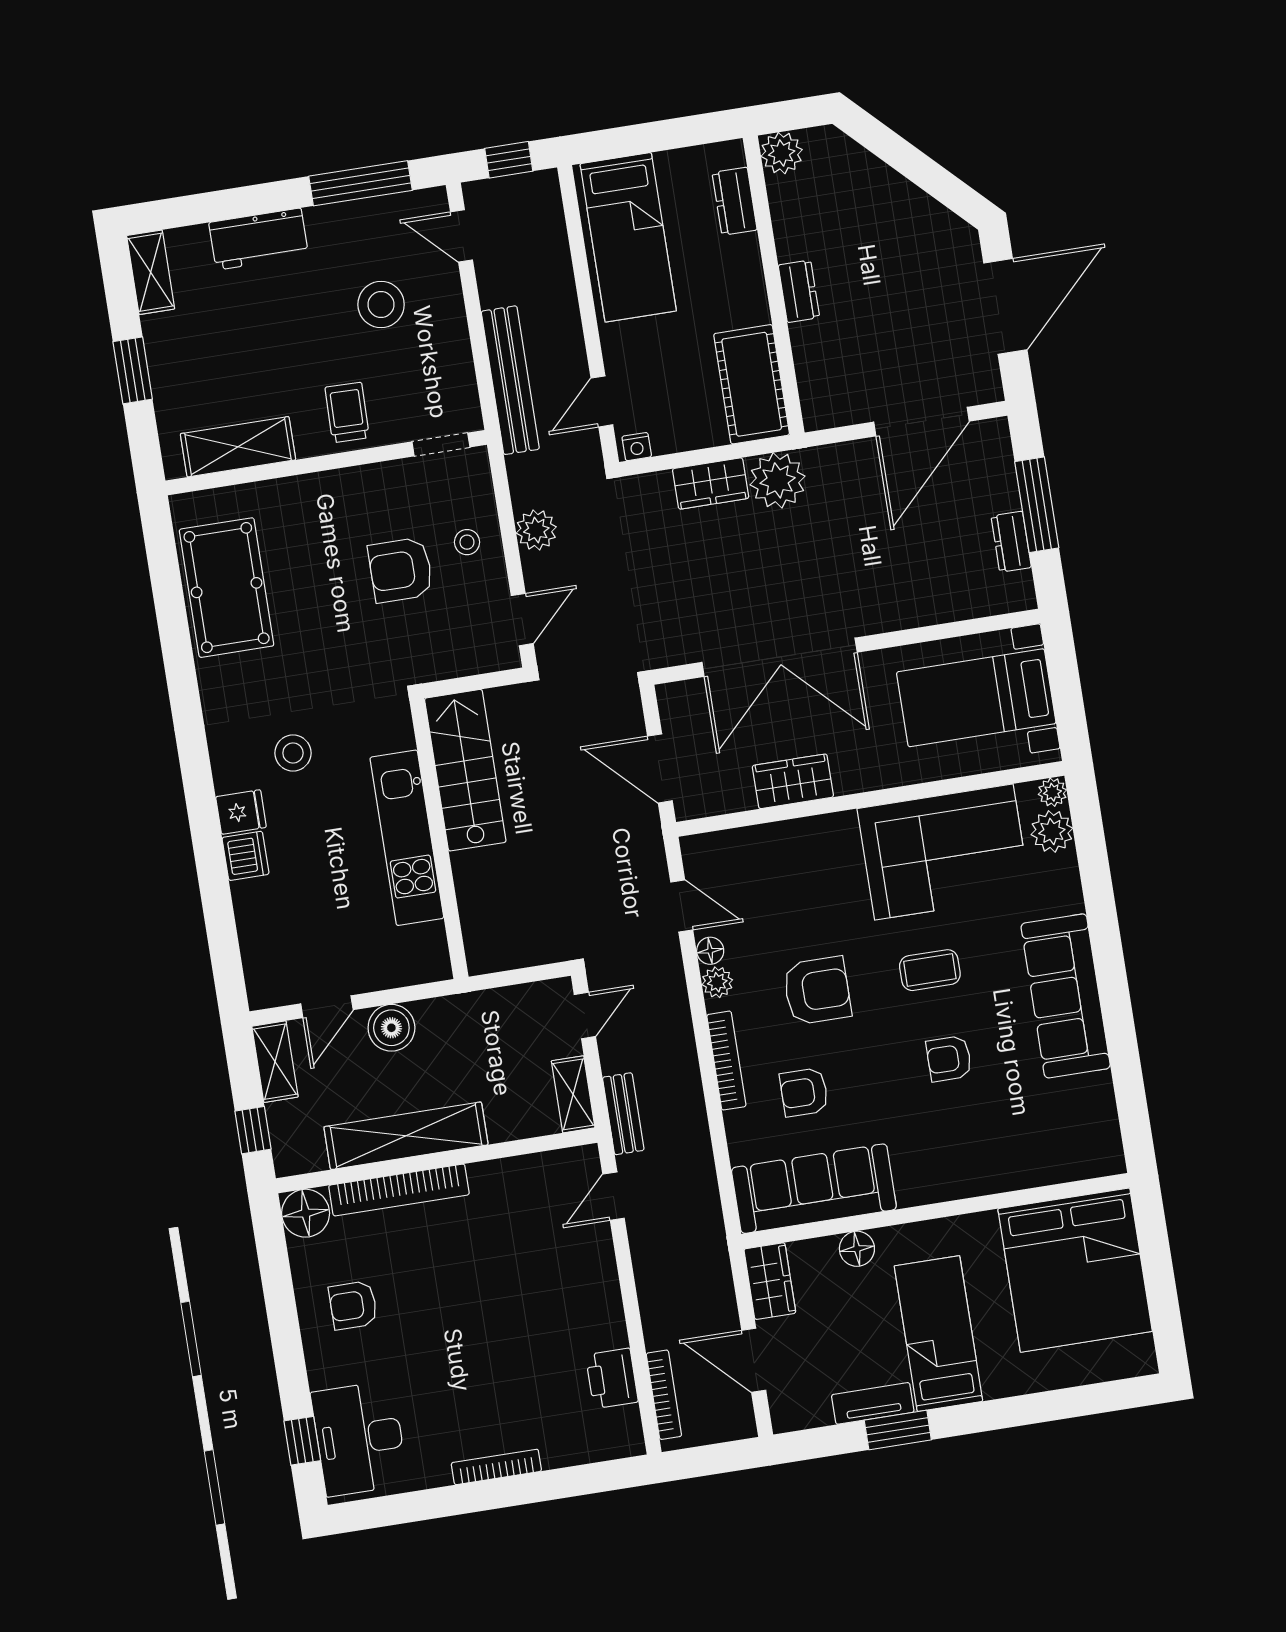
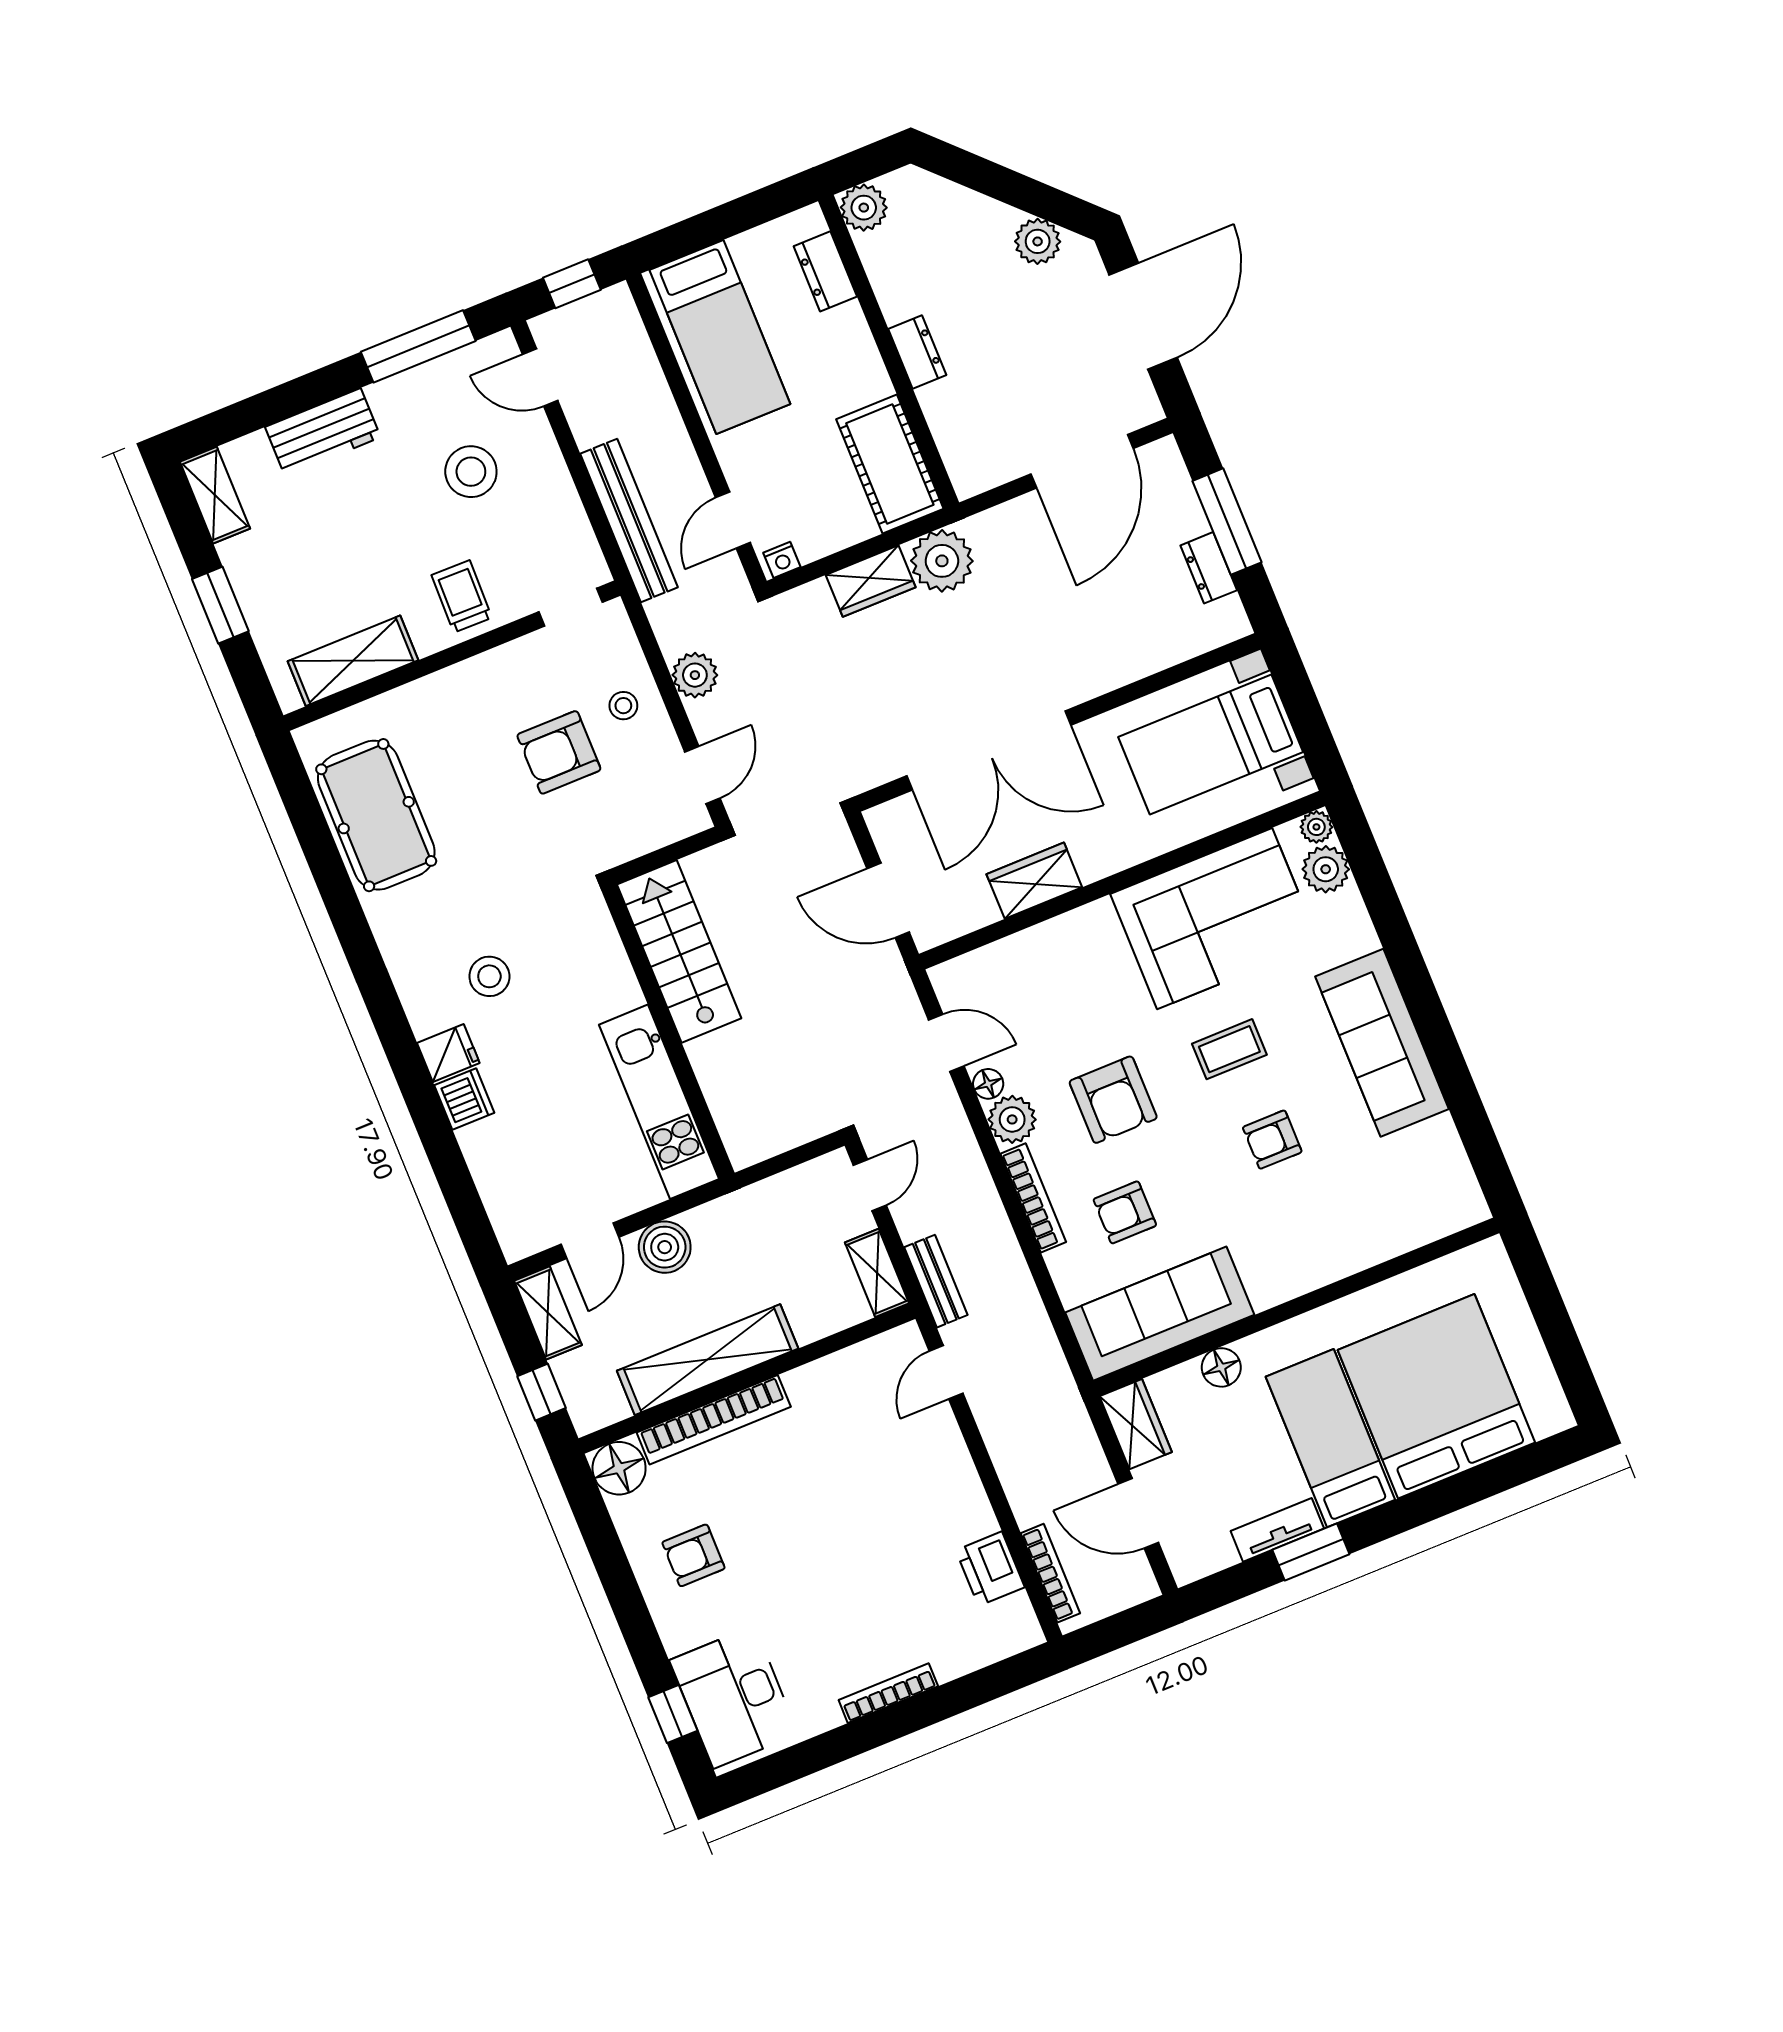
plant: (928, 219) -> (1038, 241), added
kitchen unit: (407, 838) -> (659, 1102), moved
plant: (717, 982) -> (1012, 1119), width x1.38, depth x1.38
armchair: (817, 991) -> (1113, 1100), turned 90
bed: (1075, 1270) -> (1436, 1396), moved, turned 180

